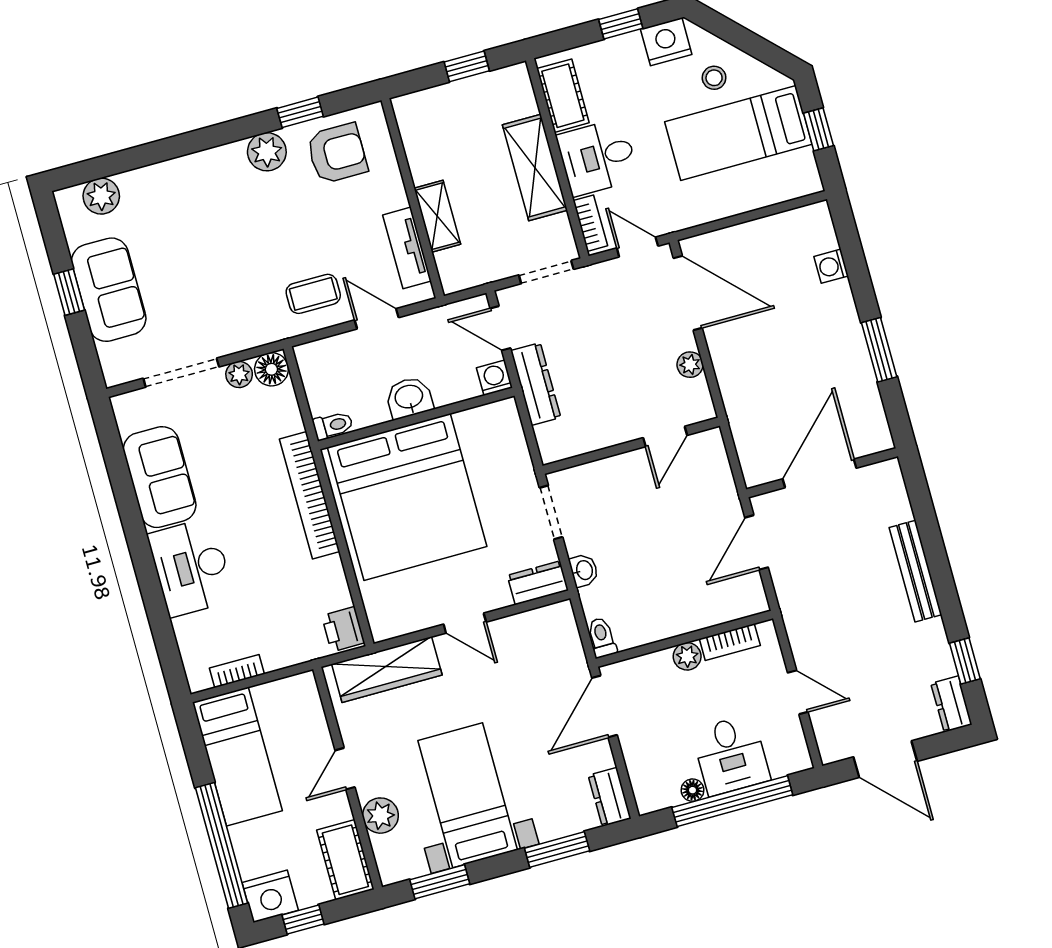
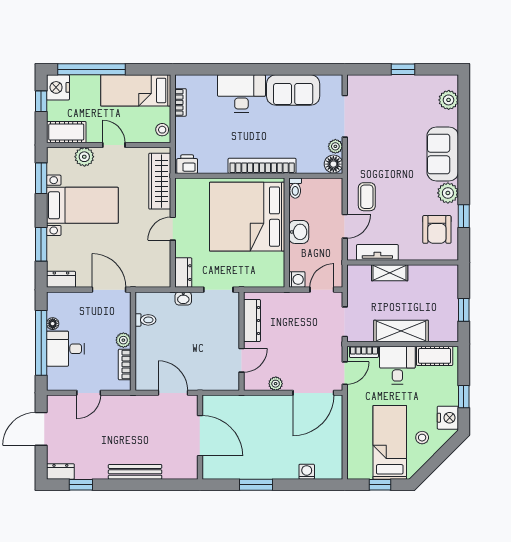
sofa: (109, 290) -> (443, 154), moved, turned 90
dresser: (536, 384) -> (252, 320), moved, turned -90
door: (665, 436) -> (242, 360), swing flipped
toilet: (602, 638) -> (146, 320), moved
stool: (294, 690) -> (162, 130), added

